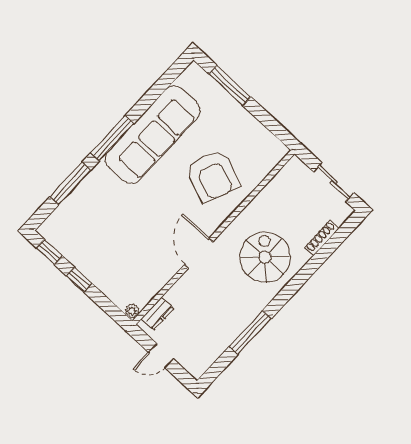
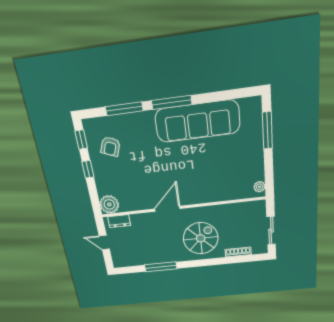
plant: (275, 146) -> (259, 187), added
armchair: (213, 176) -> (110, 146), moved, width x0.53, depth x0.53
plant: (132, 311) -> (109, 204), width x1.88, depth x1.88

